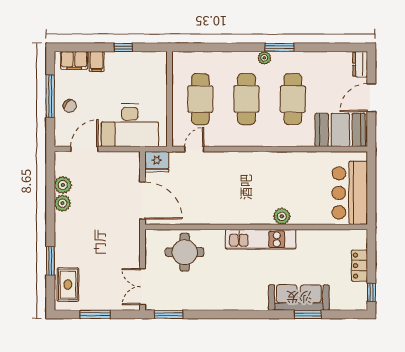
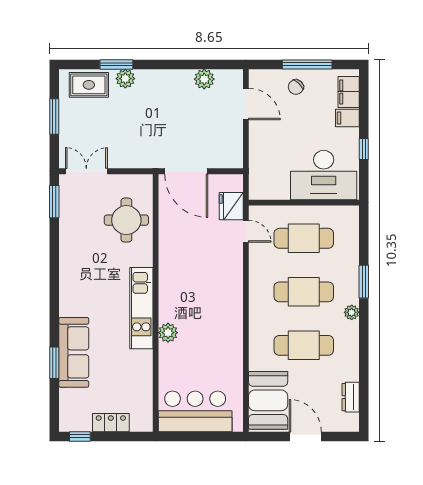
window: (280, 47) -> (364, 282), moved
dresser: (360, 64) -> (351, 397), moved, turned -90
desk: (130, 125) -> (324, 175), moved, turned -90
fridge: (157, 162) -> (231, 206), moved
door: (142, 201) -> (186, 171), hinge flipped
plant: (62, 203) -> (125, 79), moved

